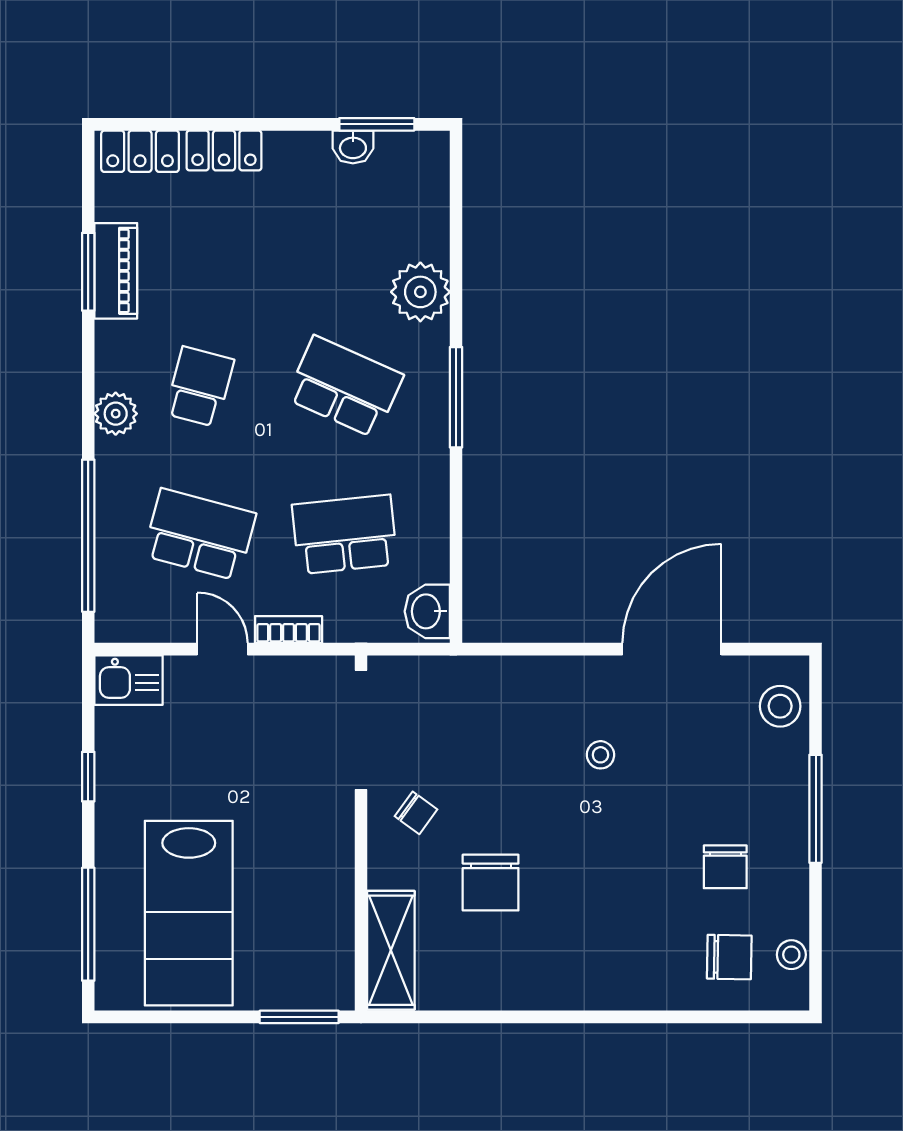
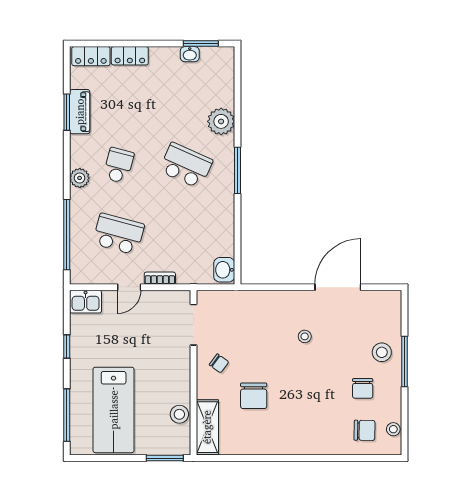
school desk: (345, 534) -> (186, 234), removed
door: (222, 649) -> (129, 287), swing flipped
stool: (780, 706) -> (382, 352), moved
doorway: (361, 730) -> (193, 325), width x0.73
stool: (331, 923) -> (179, 414), added

